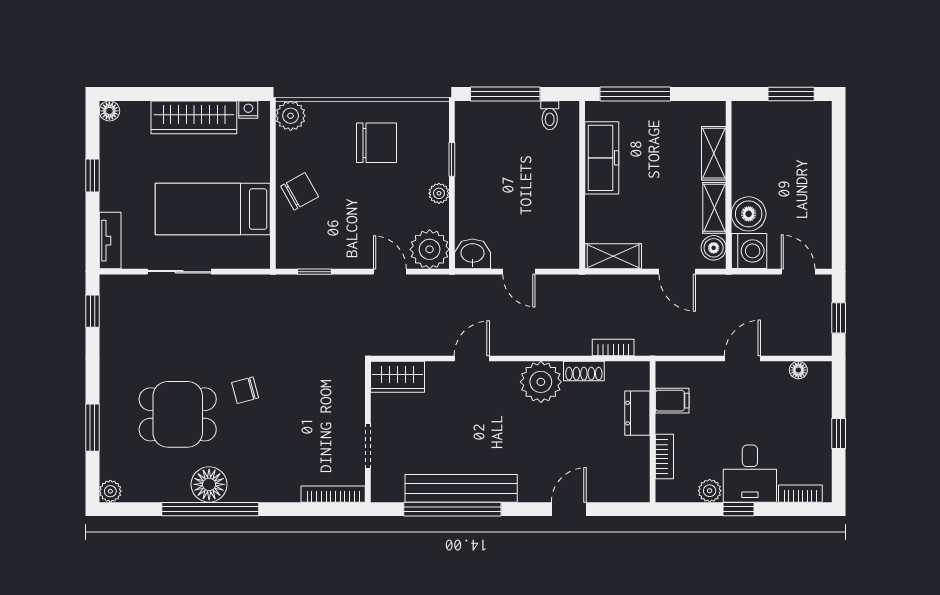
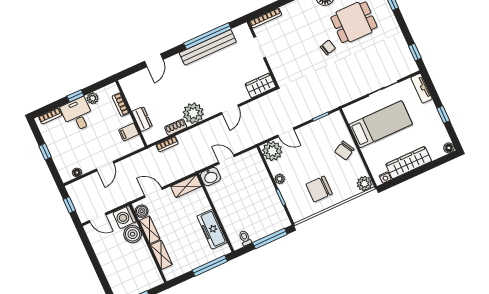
washbasin: (472, 254) -> (210, 177), moved

